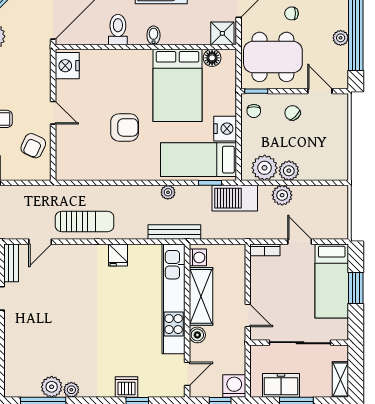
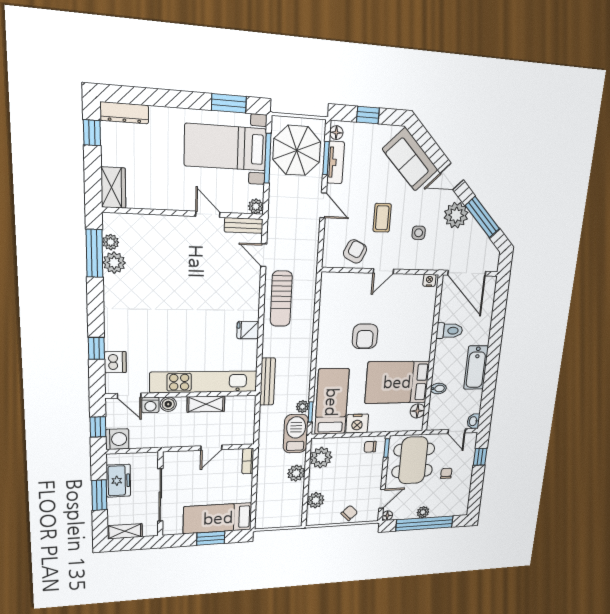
shower: (222, 33) -> (437, 419), removed
bidet: (153, 35) -> (438, 389), moved
nightstand: (67, 66) -> (429, 280), width x0.53, depth x0.56
side table: (11, 77) -> (419, 233), added
floor lamp: (342, 83) -> (387, 516), added
chair: (292, 113) -> (349, 513), moved
armchair: (33, 146) -> (355, 251), turned 91
plant: (289, 171) -> (316, 500), moved
plant: (168, 192) -> (303, 407), moved
door: (300, 242) -> (254, 490), removed
washing machine: (198, 257) -> (150, 405), moved
shelving: (201, 296) -> (206, 404), width x0.67, depth x0.75
door: (248, 316) -> (211, 448), moved
dishwasher: (126, 387) -> (115, 362), moved
plant: (71, 390) -> (111, 242), moved

